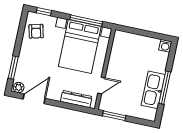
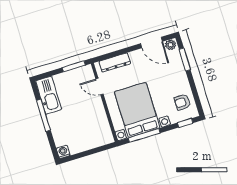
armchair: (36, 31) -> (182, 102), turned -76
door: (101, 86) -> (99, 86), hinge flipped
kitchen sink: (153, 90) -> (49, 95), moved
door: (34, 99) -> (152, 42), hinge flipped

